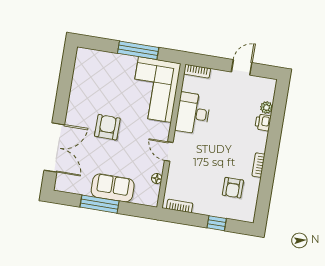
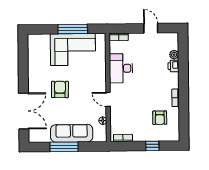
door: (242, 67) -> (151, 28), hinge flipped
corner sofa: (155, 90) -> (73, 50), moved, turned -90
sofa: (113, 188) -> (72, 133), width x1.36

